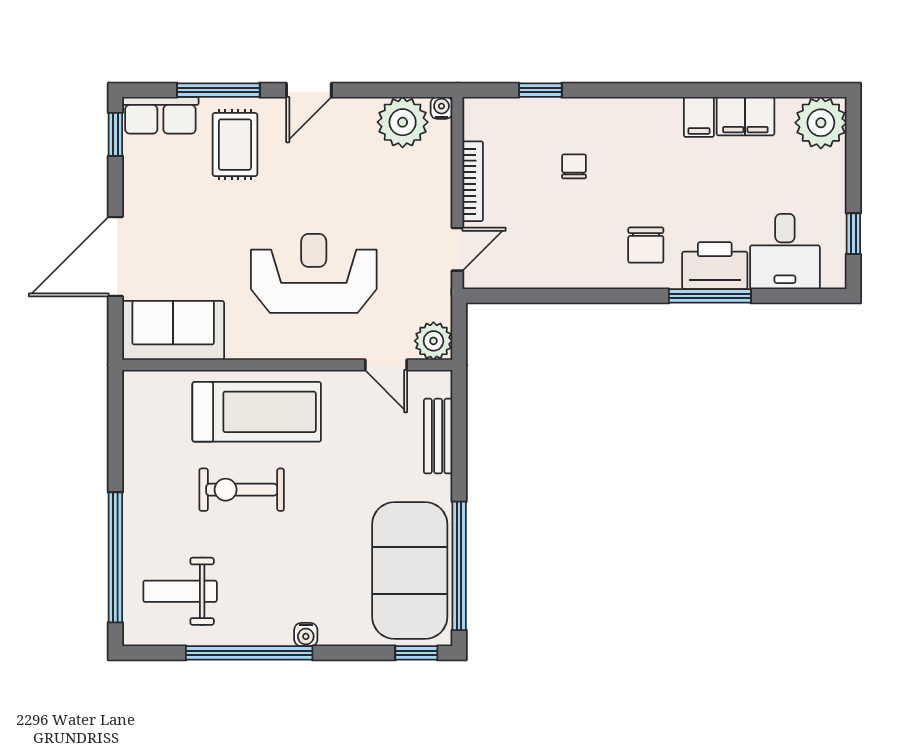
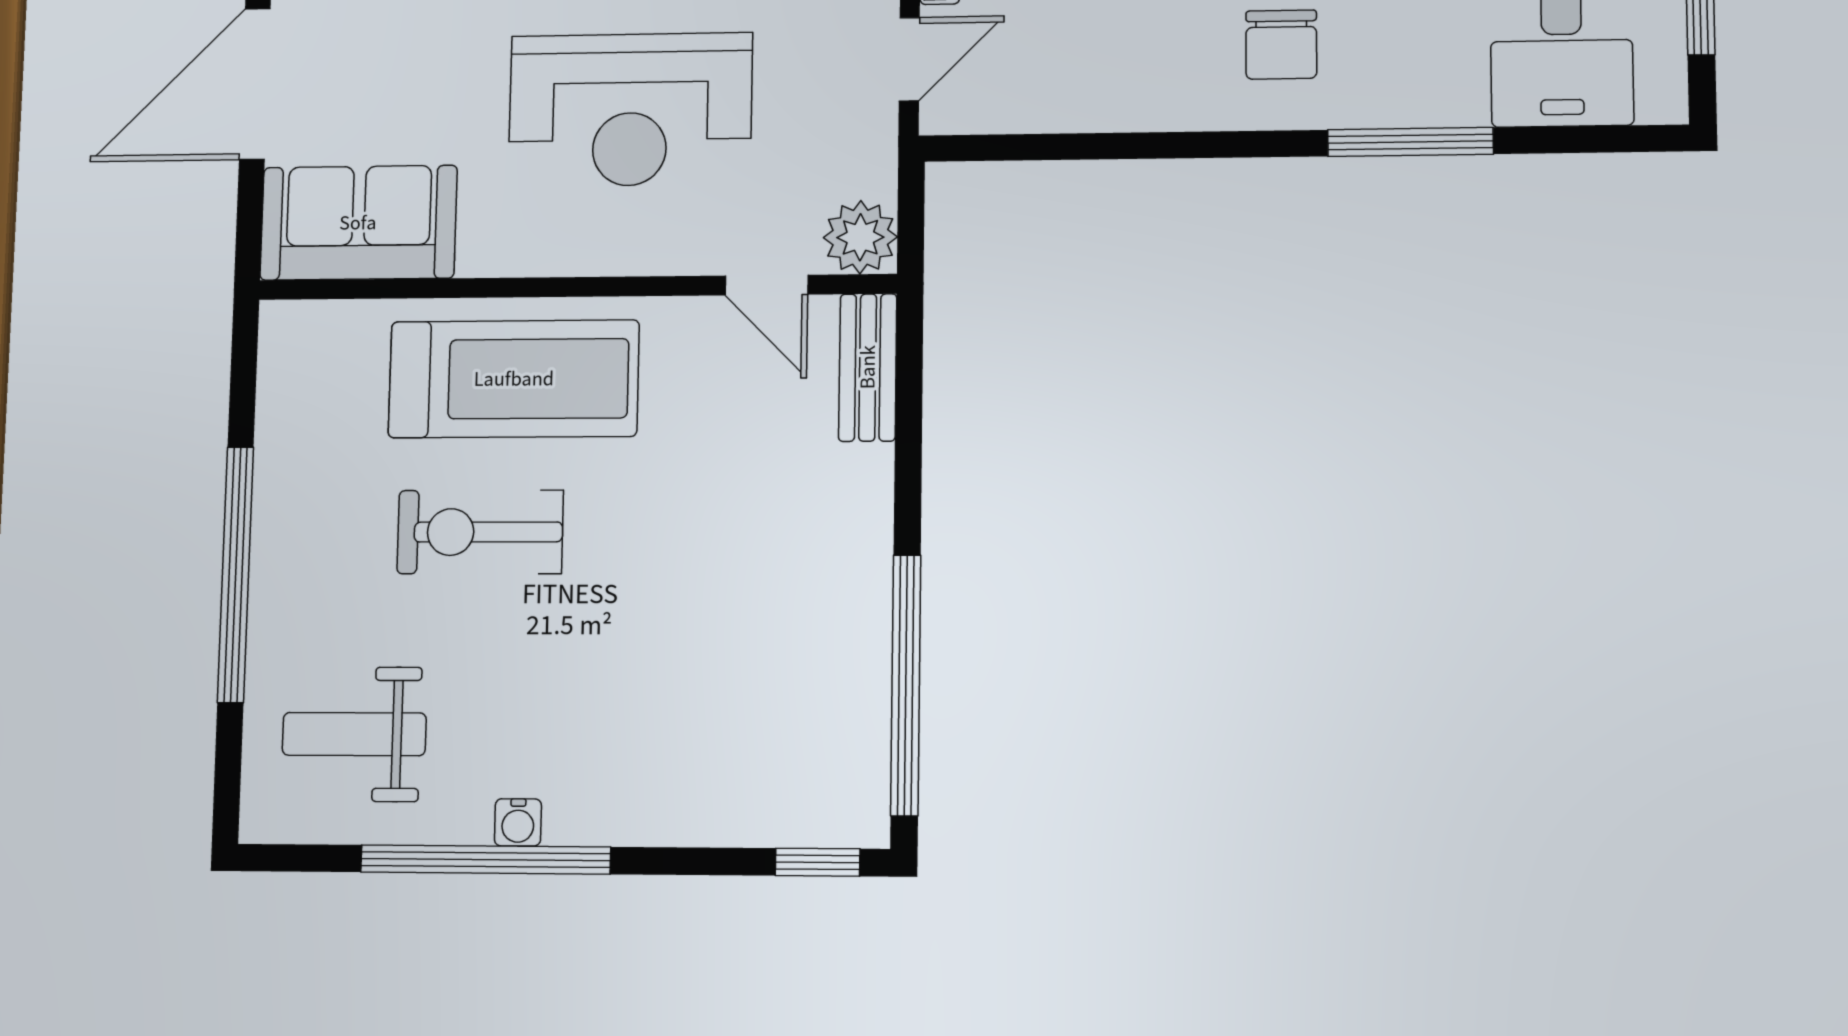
printer: (715, 266) -> (1420, 82), removed
reception desk: (314, 273) -> (630, 110), turned 180
bench: (438, 436) -> (868, 367), moved
window: (115, 557) -> (236, 574), moved
exercise mat: (410, 570) -> (807, 694), removed
water cooler: (306, 635) -> (518, 822), moved

